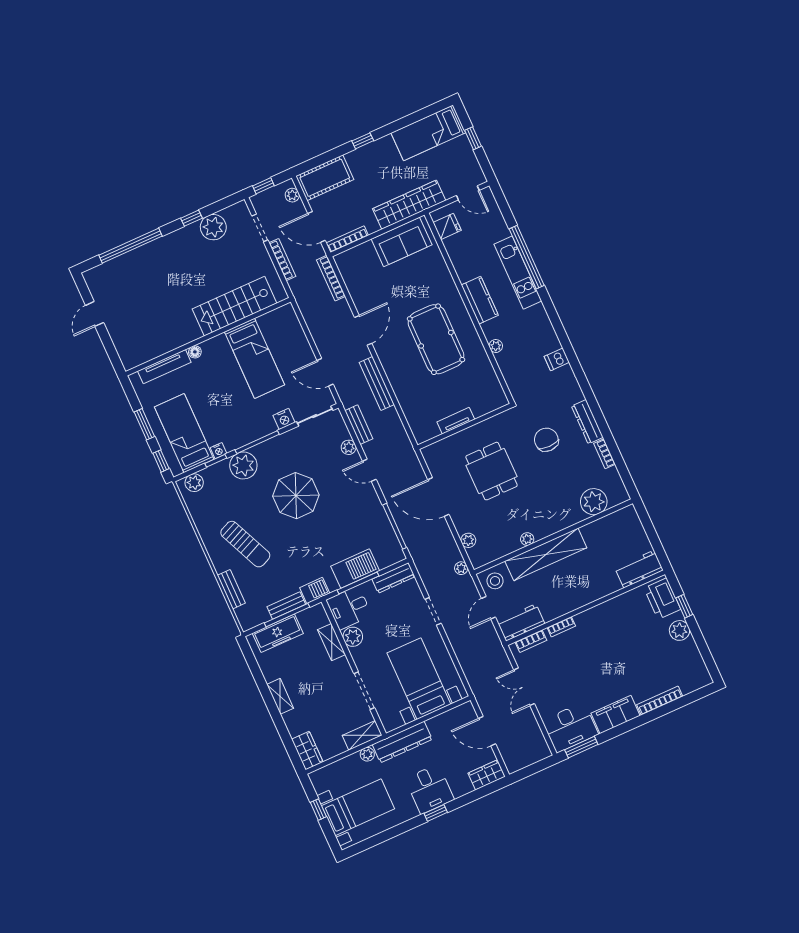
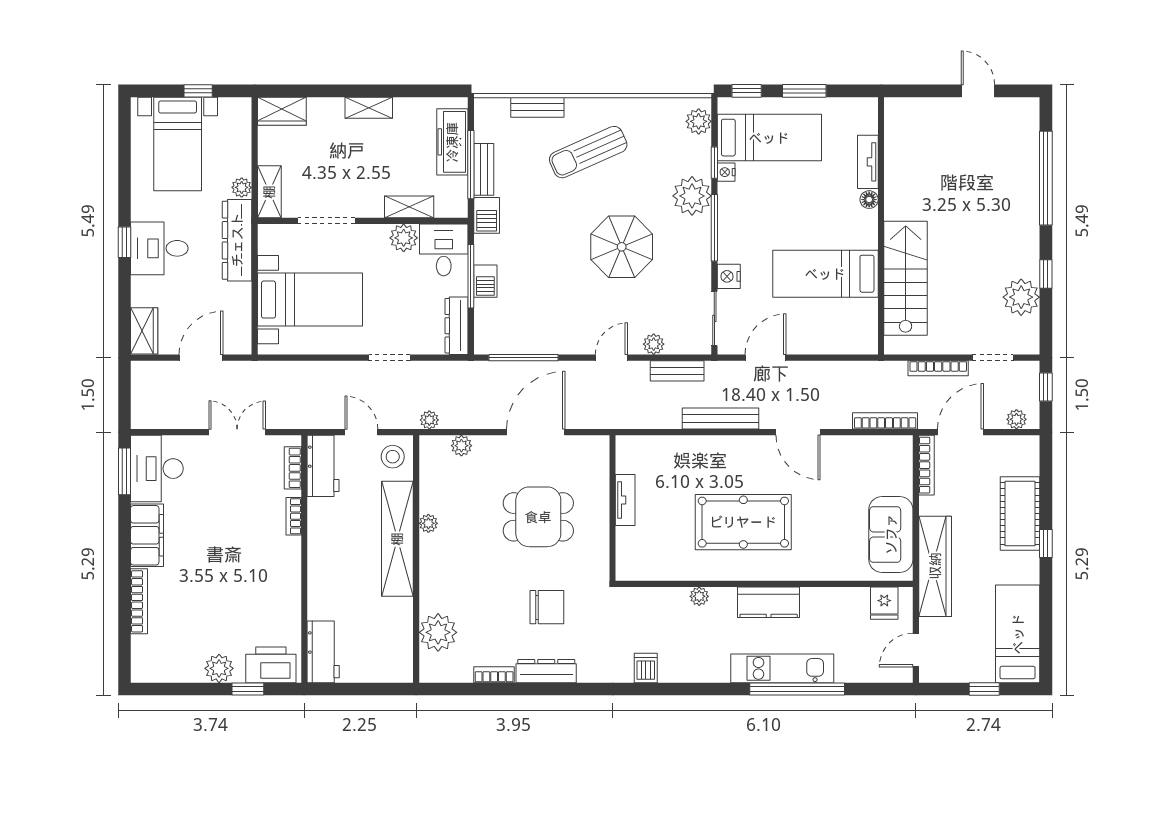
cot: (325, 178) -> (1020, 513), moved
tv unit: (164, 367) -> (868, 162), width x0.71
barbecue: (355, 569) -> (485, 281), width x0.53, depth x0.65

